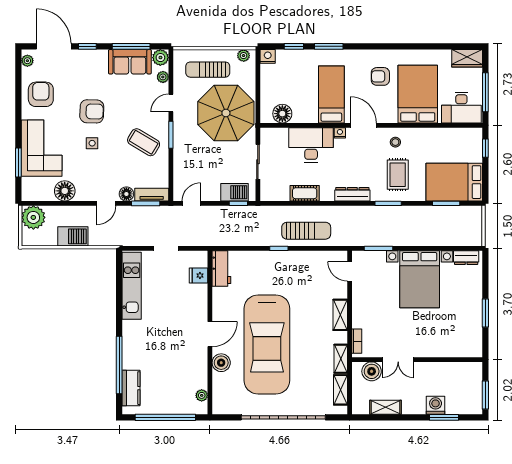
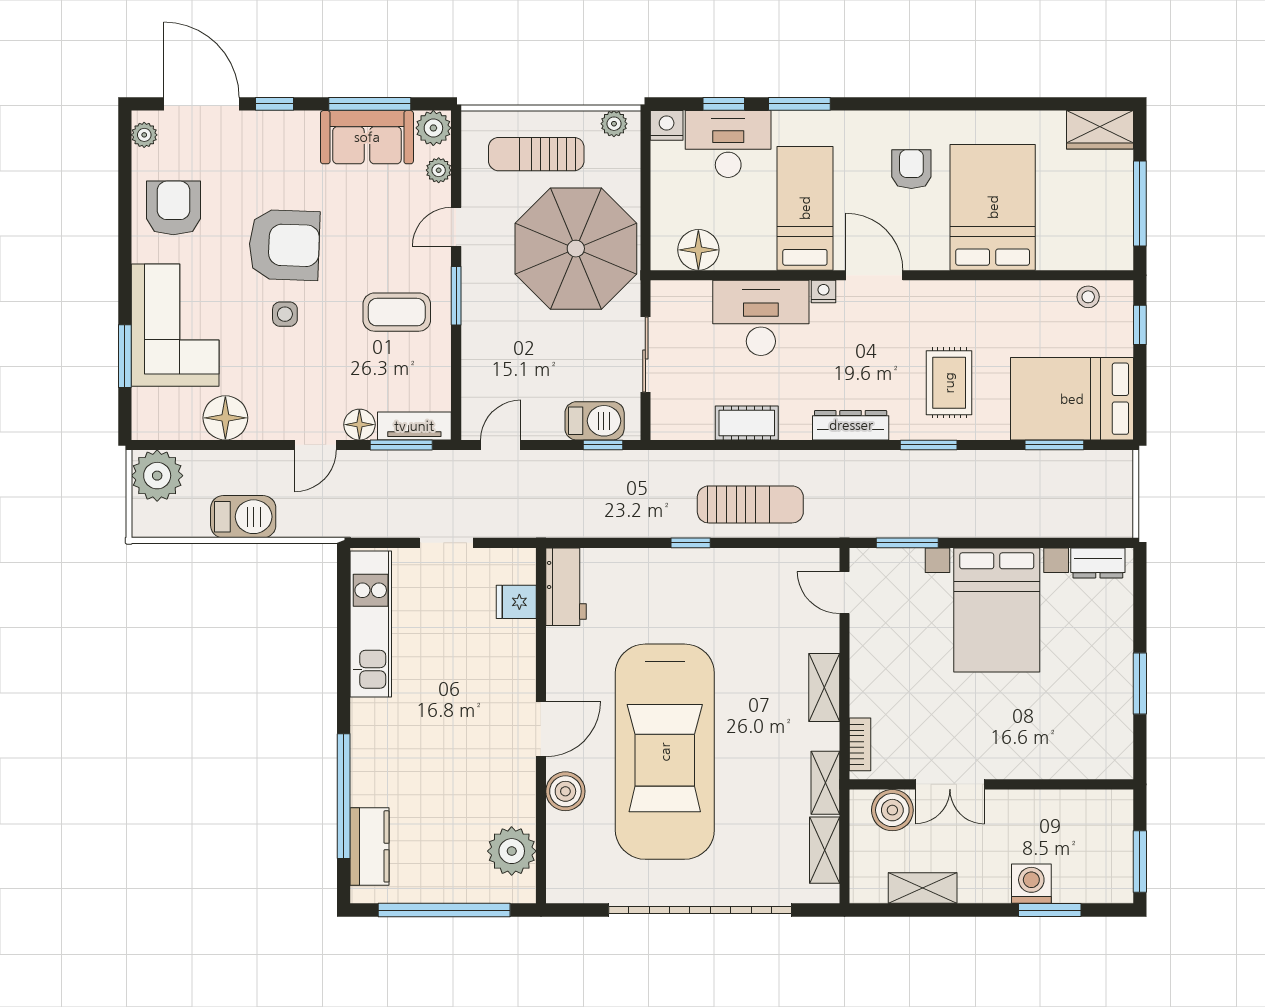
armchair: (380, 76) -> (911, 169), turned 90
desk: (461, 108) -> (728, 144), moved, turned 180
armchair: (92, 111) -> (284, 245), width x1.36, depth x1.36
coffee table: (144, 142) -> (397, 312), turned -31
stool: (395, 142) -> (1088, 297), moved
plant: (202, 395) -> (512, 851), width x1.88, depth x1.88

